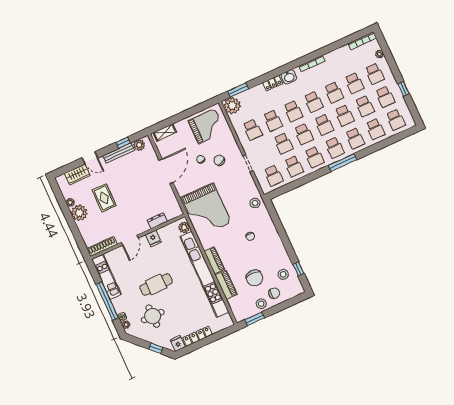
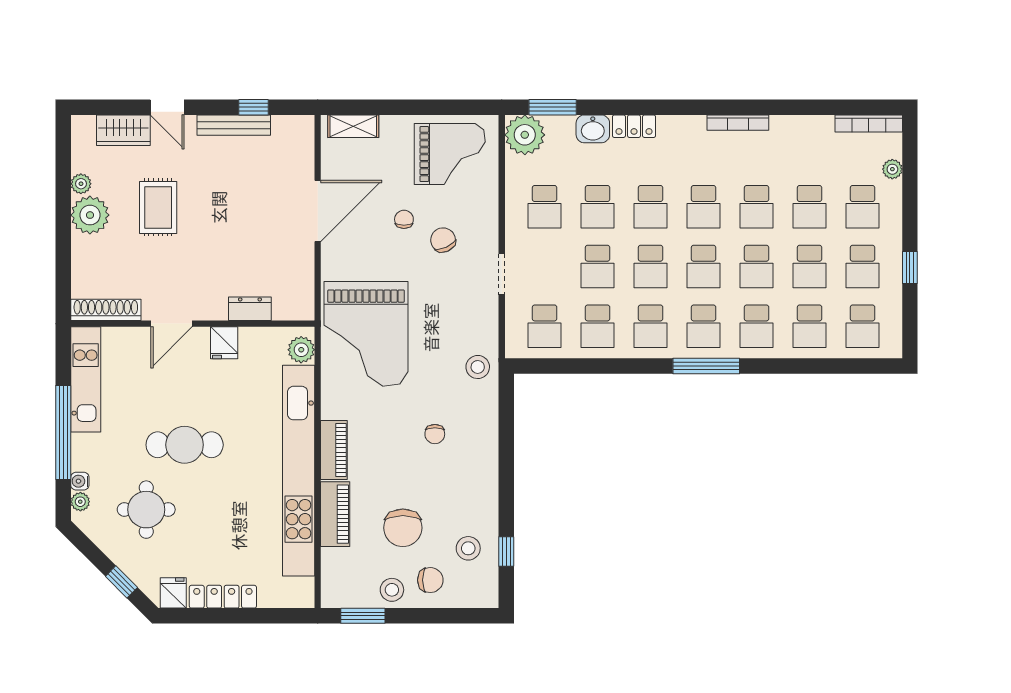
washbasin: (289, 77) -> (593, 129), moved
plant: (139, 145) -> (286, 128), removed

